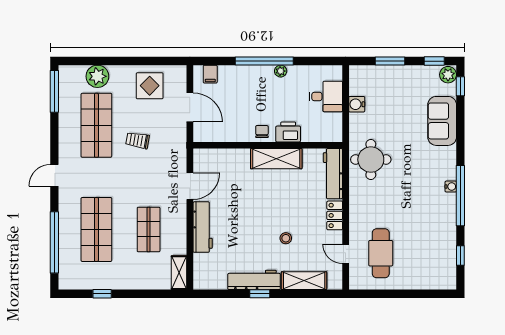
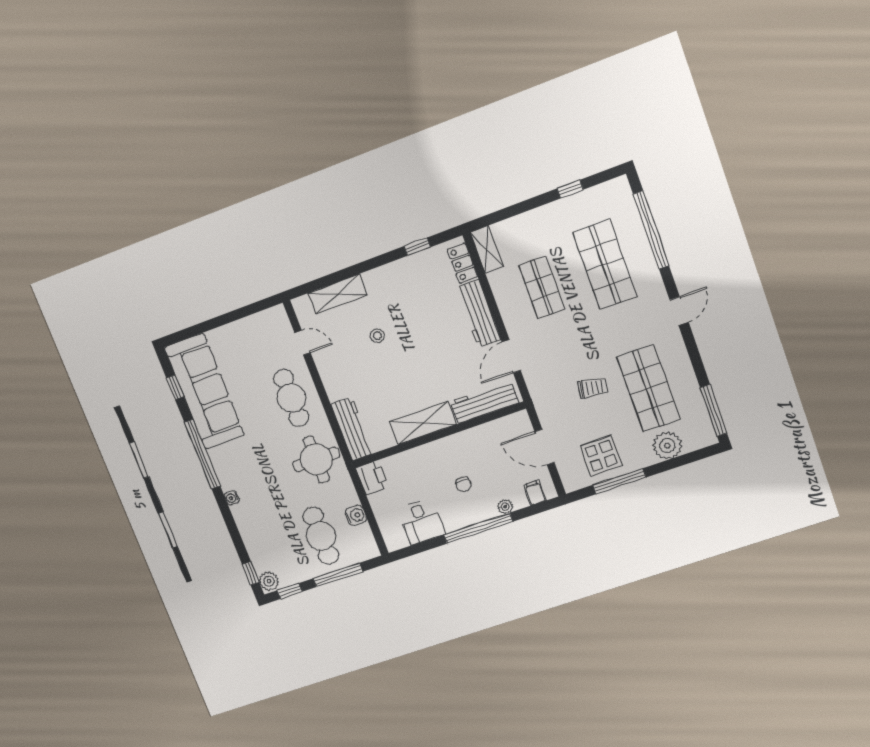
window: (143, 61) -> (619, 481), added
window: (390, 61) -> (338, 575), width x1.44
plant: (281, 71) -> (505, 507), moved
desk: (326, 96) -> (421, 521), moved, turned -90
cafe table: (391, 97) -> (321, 536), added
sofa: (442, 121) -> (204, 391), moved, width x1.85, depth x1.27
chair: (262, 132) -> (463, 484), moved
printer: (288, 132) -> (372, 478), moved, turned -90
water cooler: (451, 187) -> (232, 498), moved
locker: (335, 215) -> (462, 263), moved, turned 180
cafe table: (381, 253) -> (291, 398), moved
workbench: (254, 280) -> (484, 402), moved, turned 180
window: (260, 294) -> (417, 247), moved

